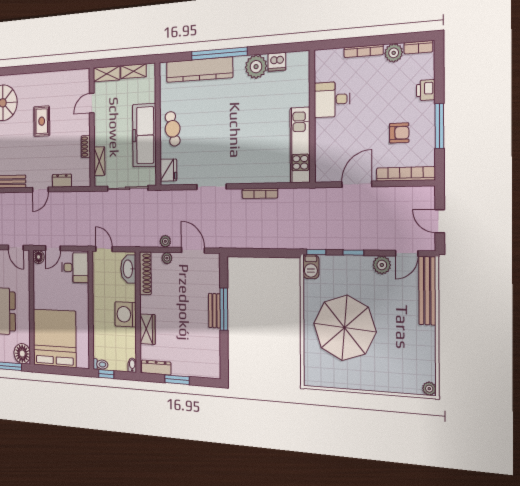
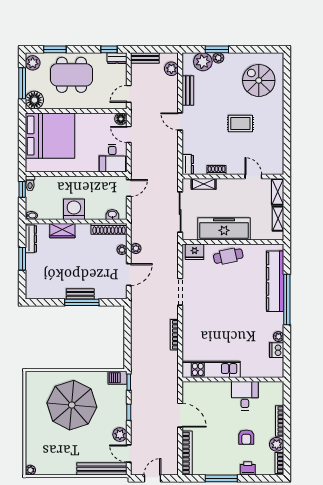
plant: (256, 67) -> (279, 337), width x0.53, depth x0.53
armchair: (399, 133) -> (246, 437), moved
dresser: (62, 181) -> (188, 165), moved
washbasin: (128, 269) -> (112, 215), width x0.52, depth x0.69

